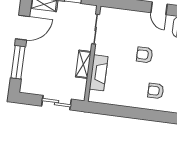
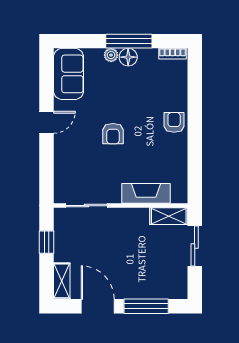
shelving: (83, 64) -> (169, 216), moved
armchair: (156, 91) -> (174, 122), moved, turned 180

